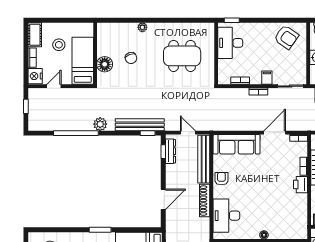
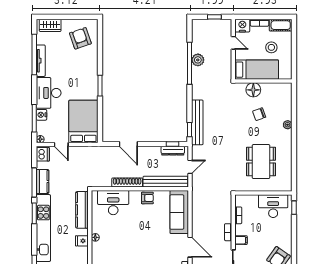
plant: (100, 124) -> (198, 60), moved

